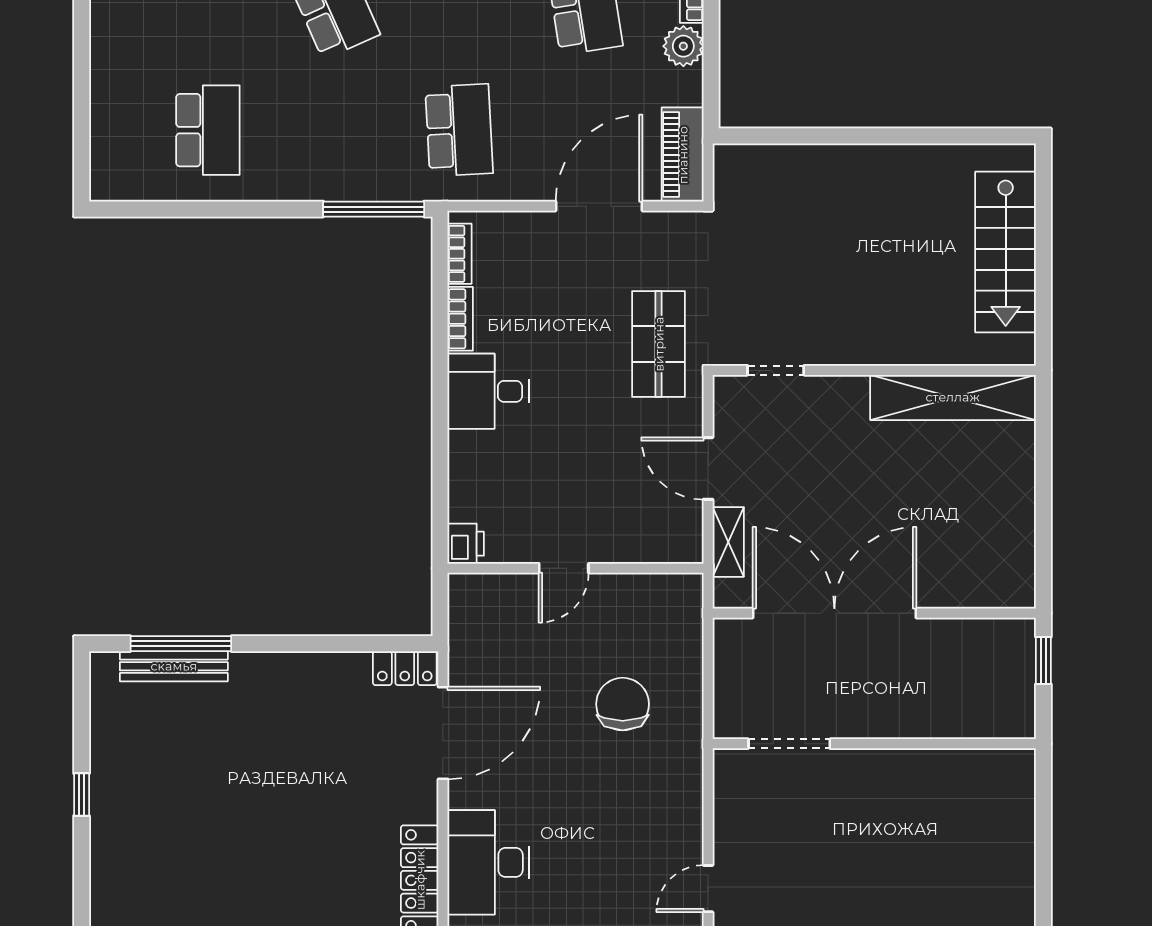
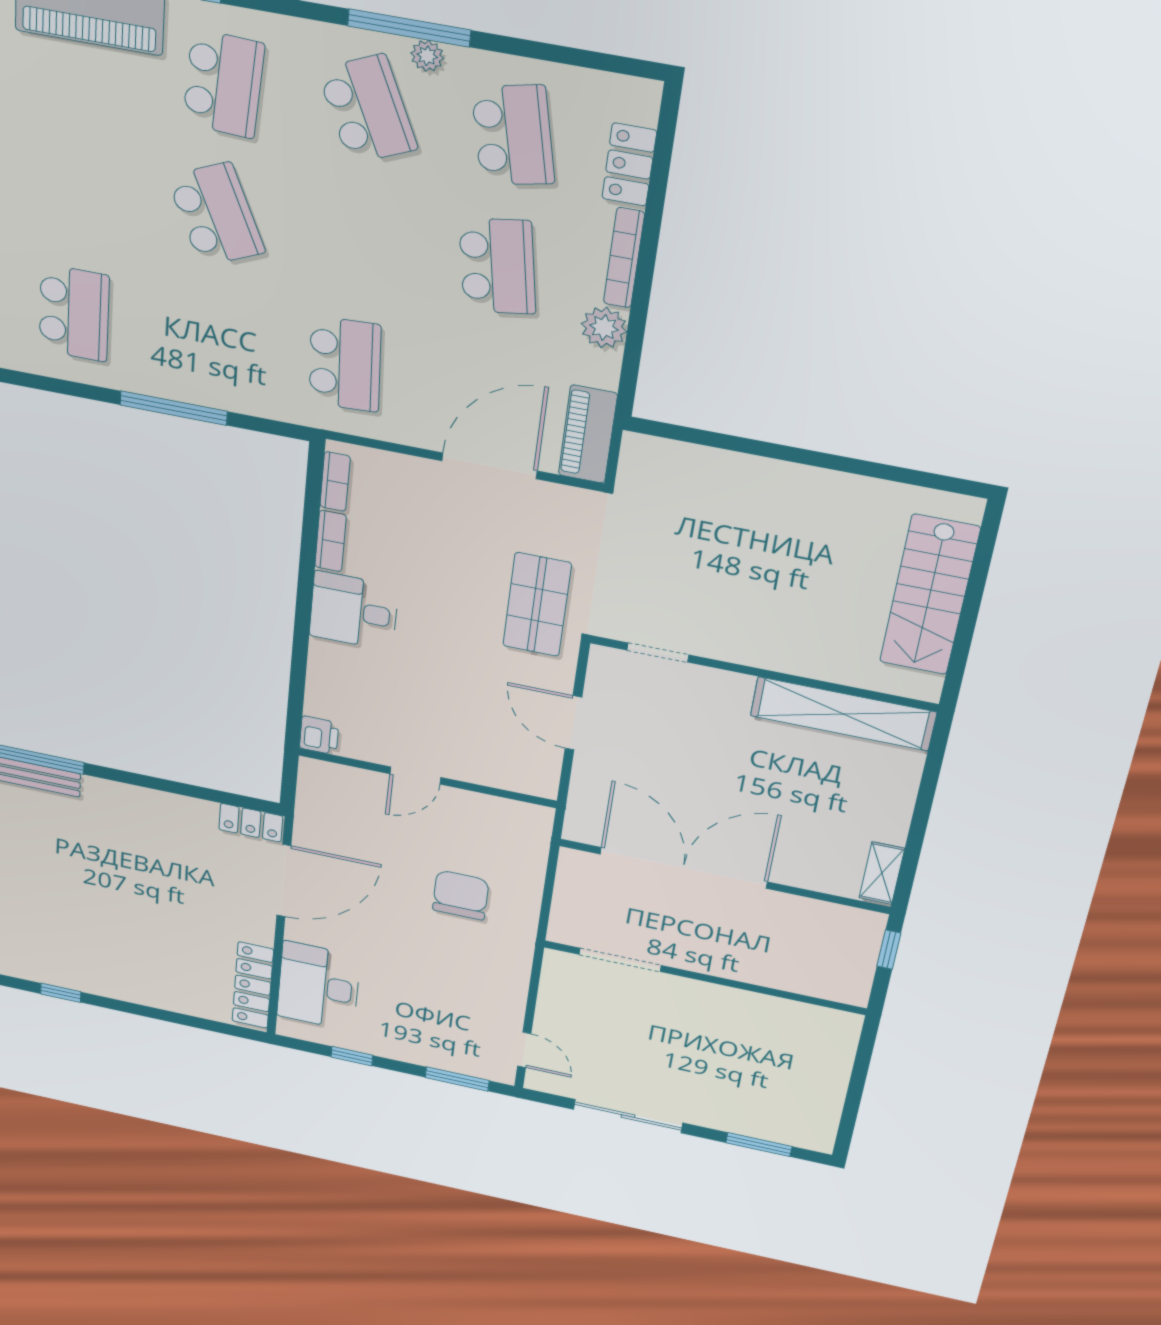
window: (374, 209) -> (174, 408), moved
shelving: (728, 542) -> (882, 873), moved
door: (708, 889) -> (524, 1050), swing flipped

